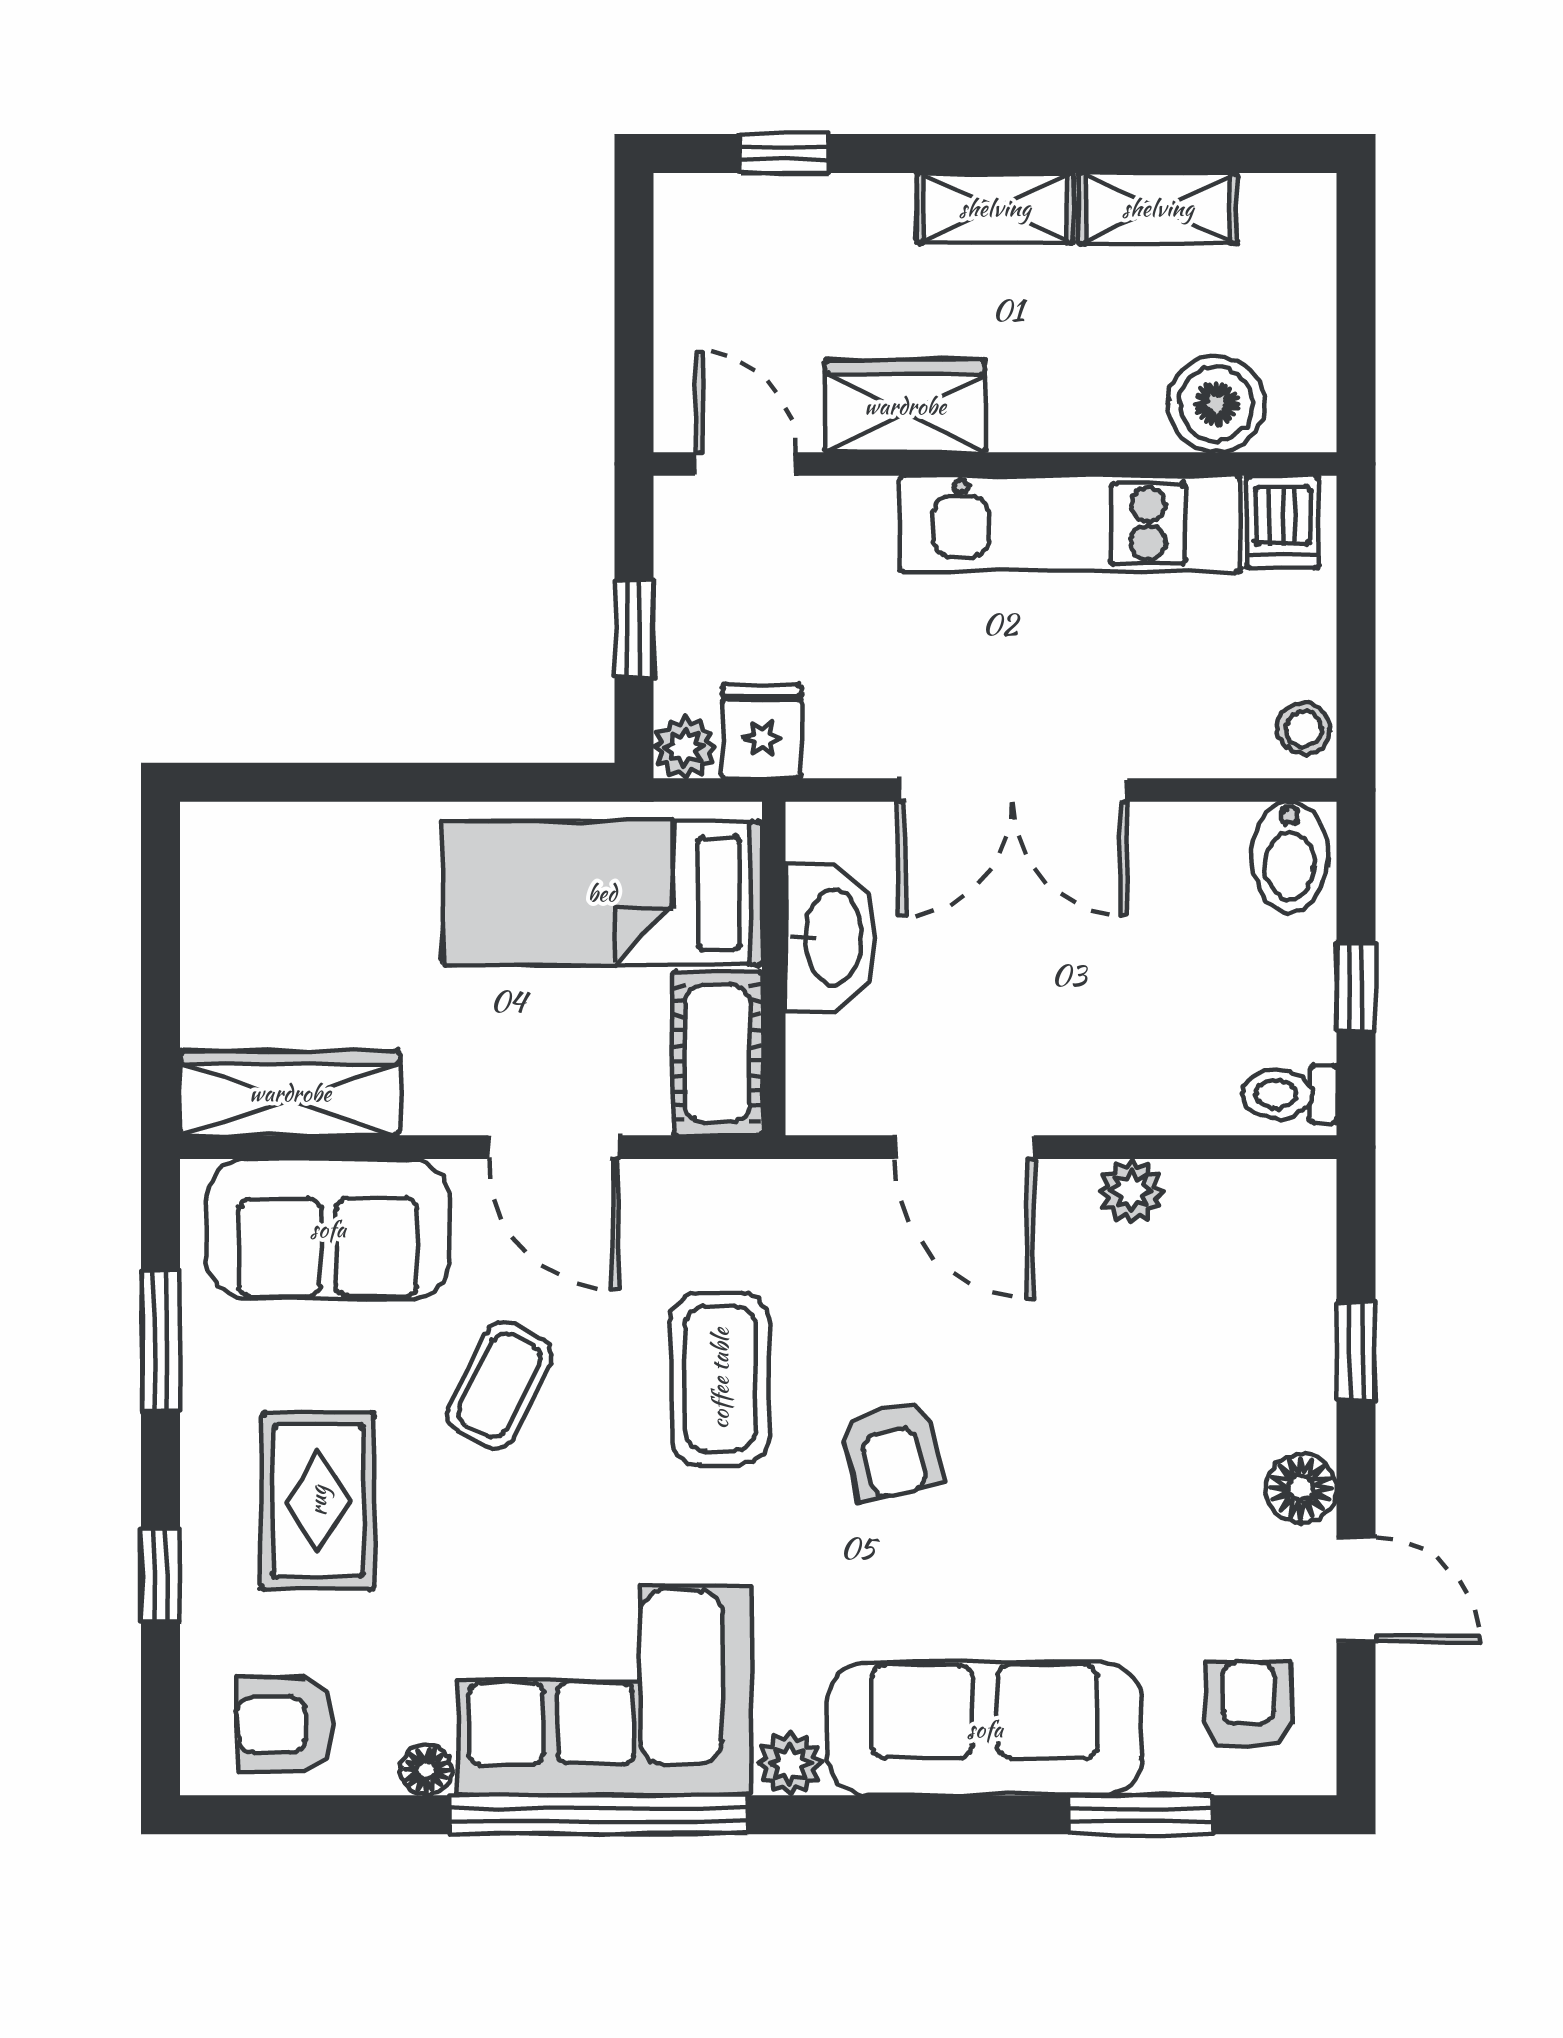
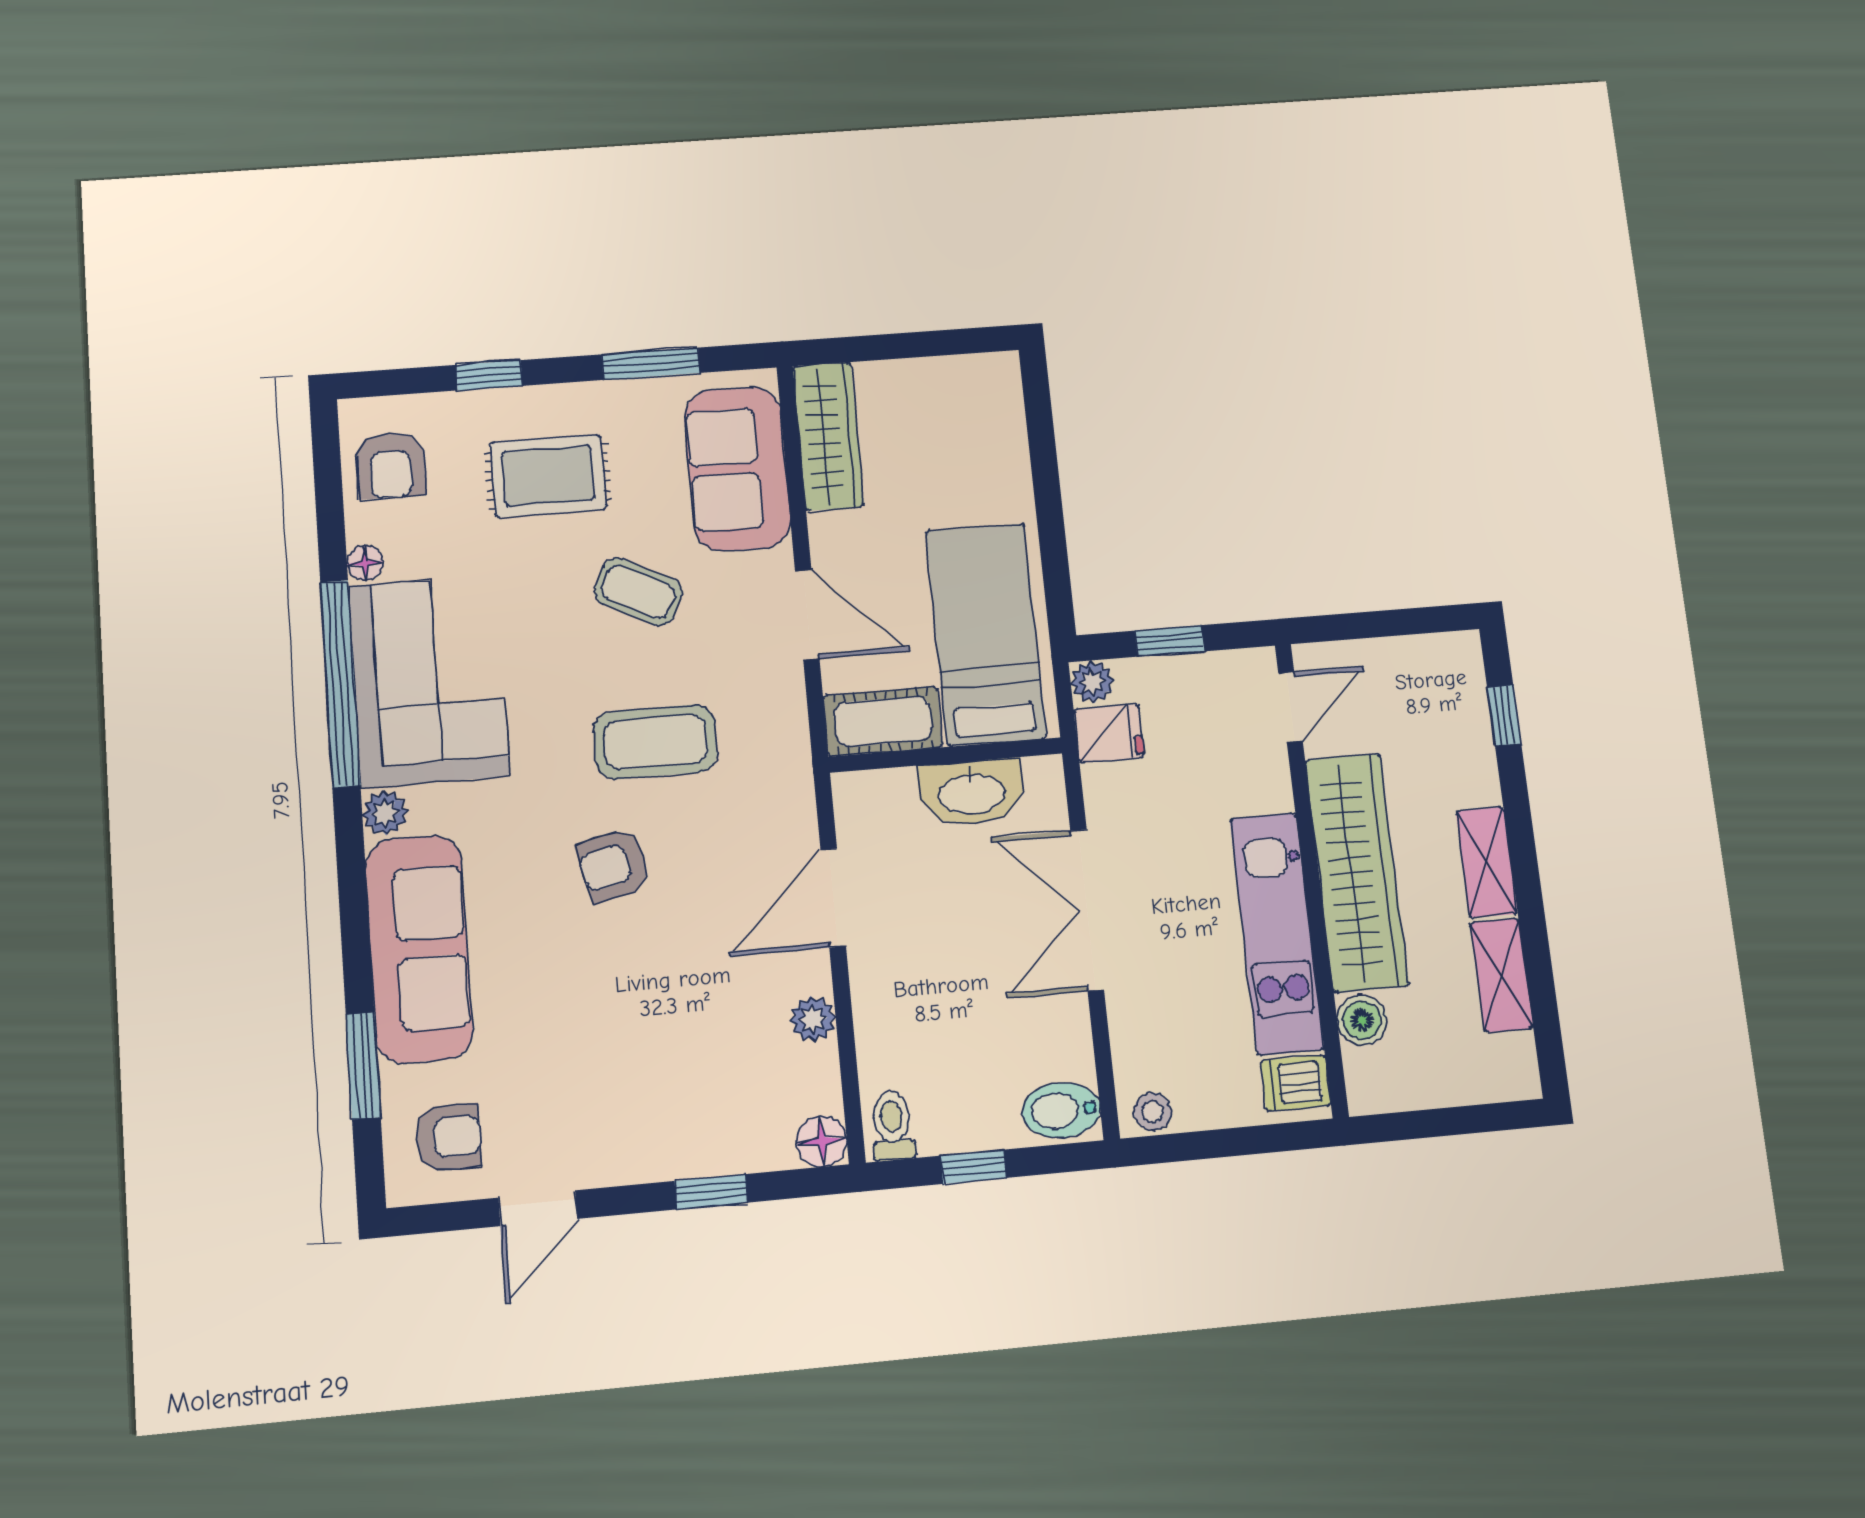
boiler: (1216, 404) -> (1362, 1020), width x0.73, depth x0.73
wardrobe: (905, 406) -> (1357, 872), width x2.10, depth x1.17
door: (553, 1147) -> (807, 615), swing flipped
floor lamp: (1301, 1488) -> (821, 1141), moved
armchair: (285, 1725) -> (391, 465), turned 180

